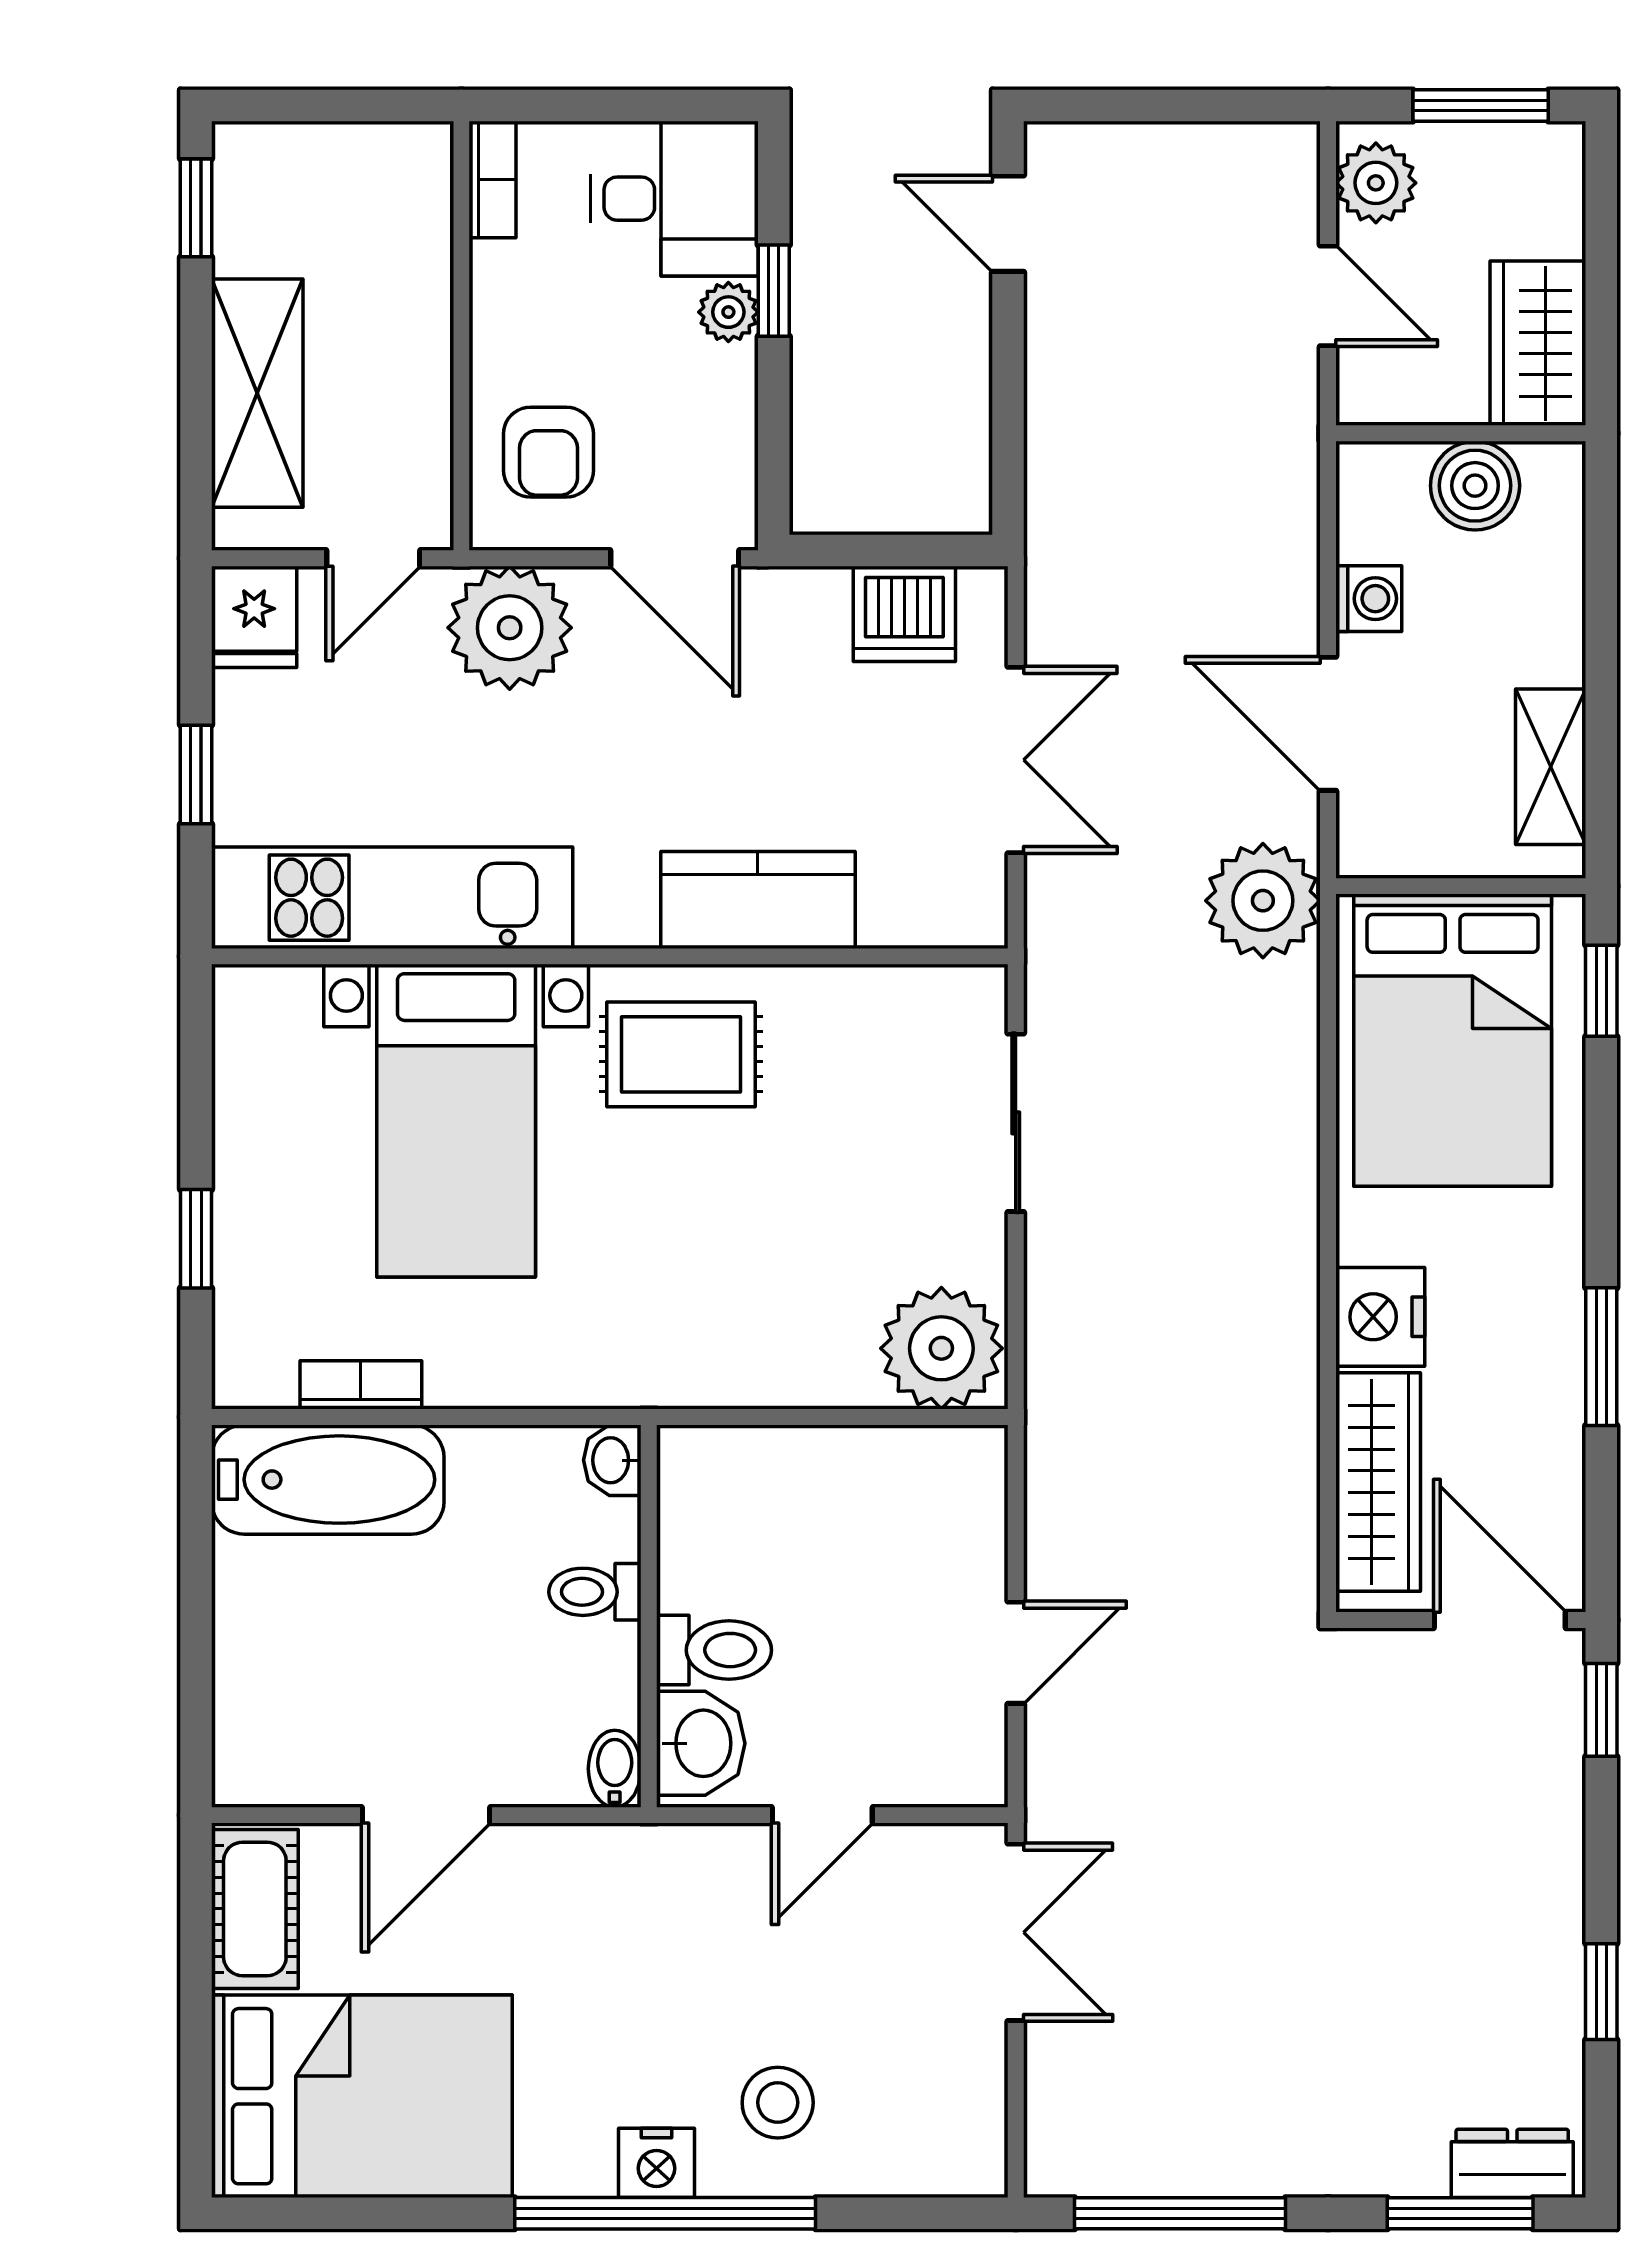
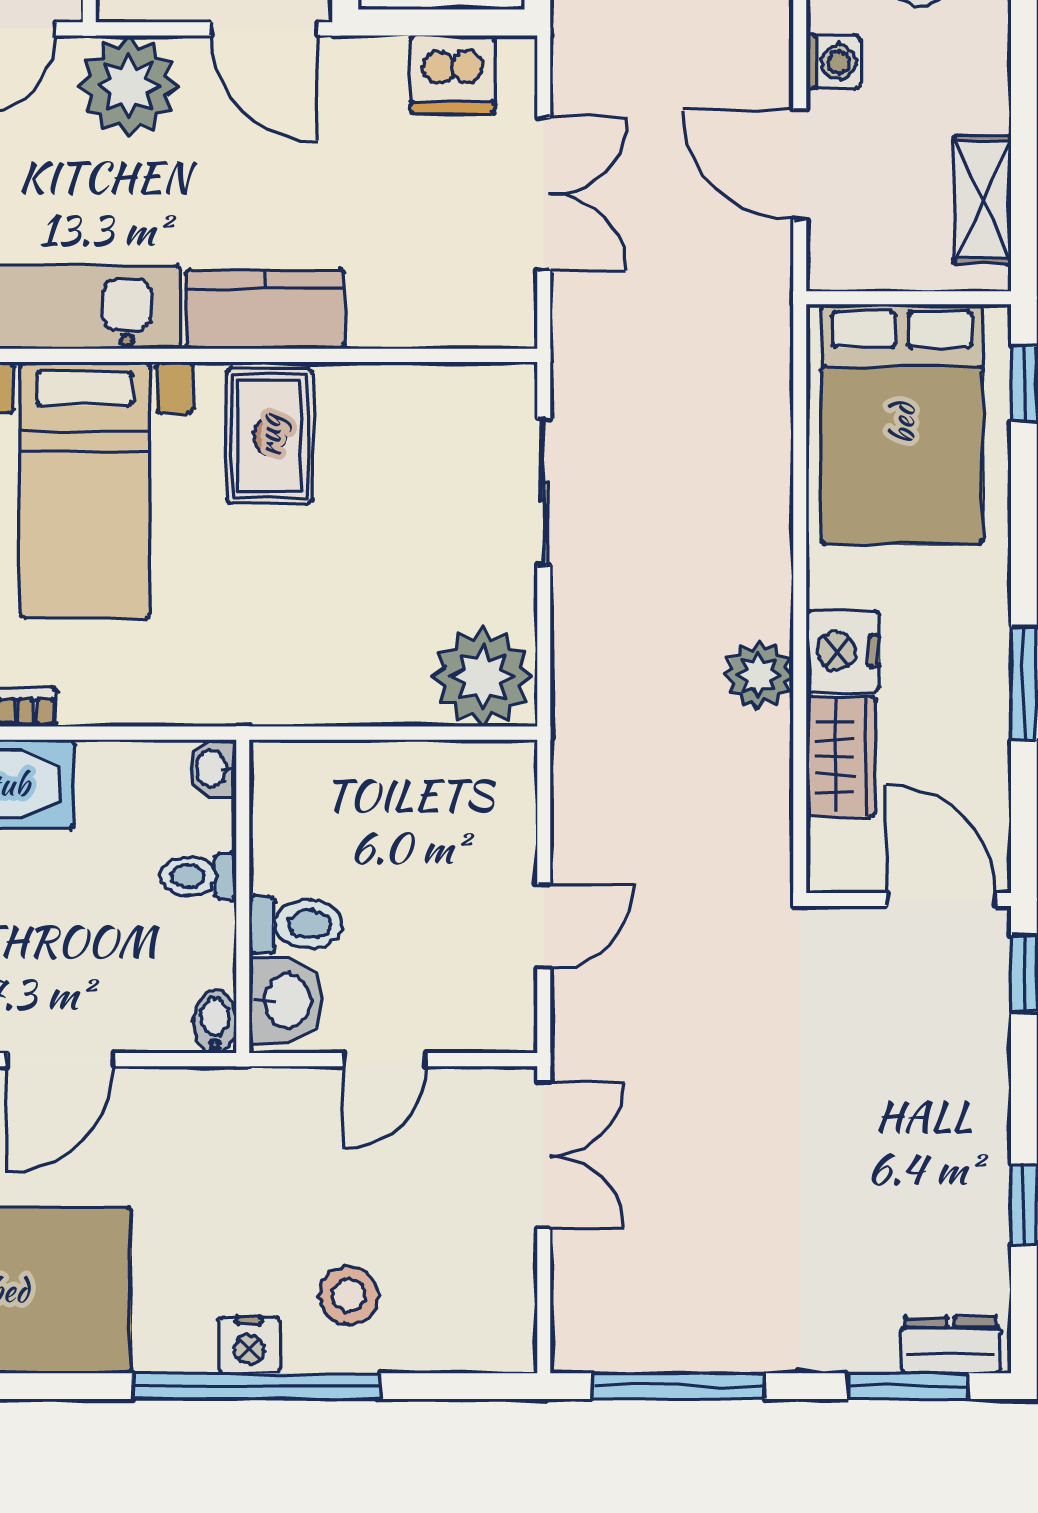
kitchen counter: (758, 900) -> (265, 309), moved
plant: (1263, 901) -> (759, 675), moved, width x0.73, depth x0.73
rug: (681, 1054) -> (269, 436), turned 90
wardrobe: (1378, 1482) -> (841, 756), width x0.67

